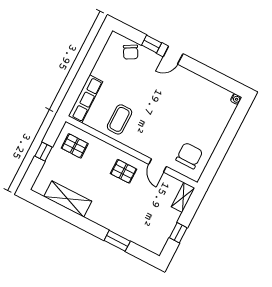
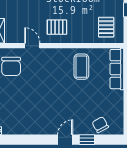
pallet: (75, 146) -> (106, 27), turned 90

